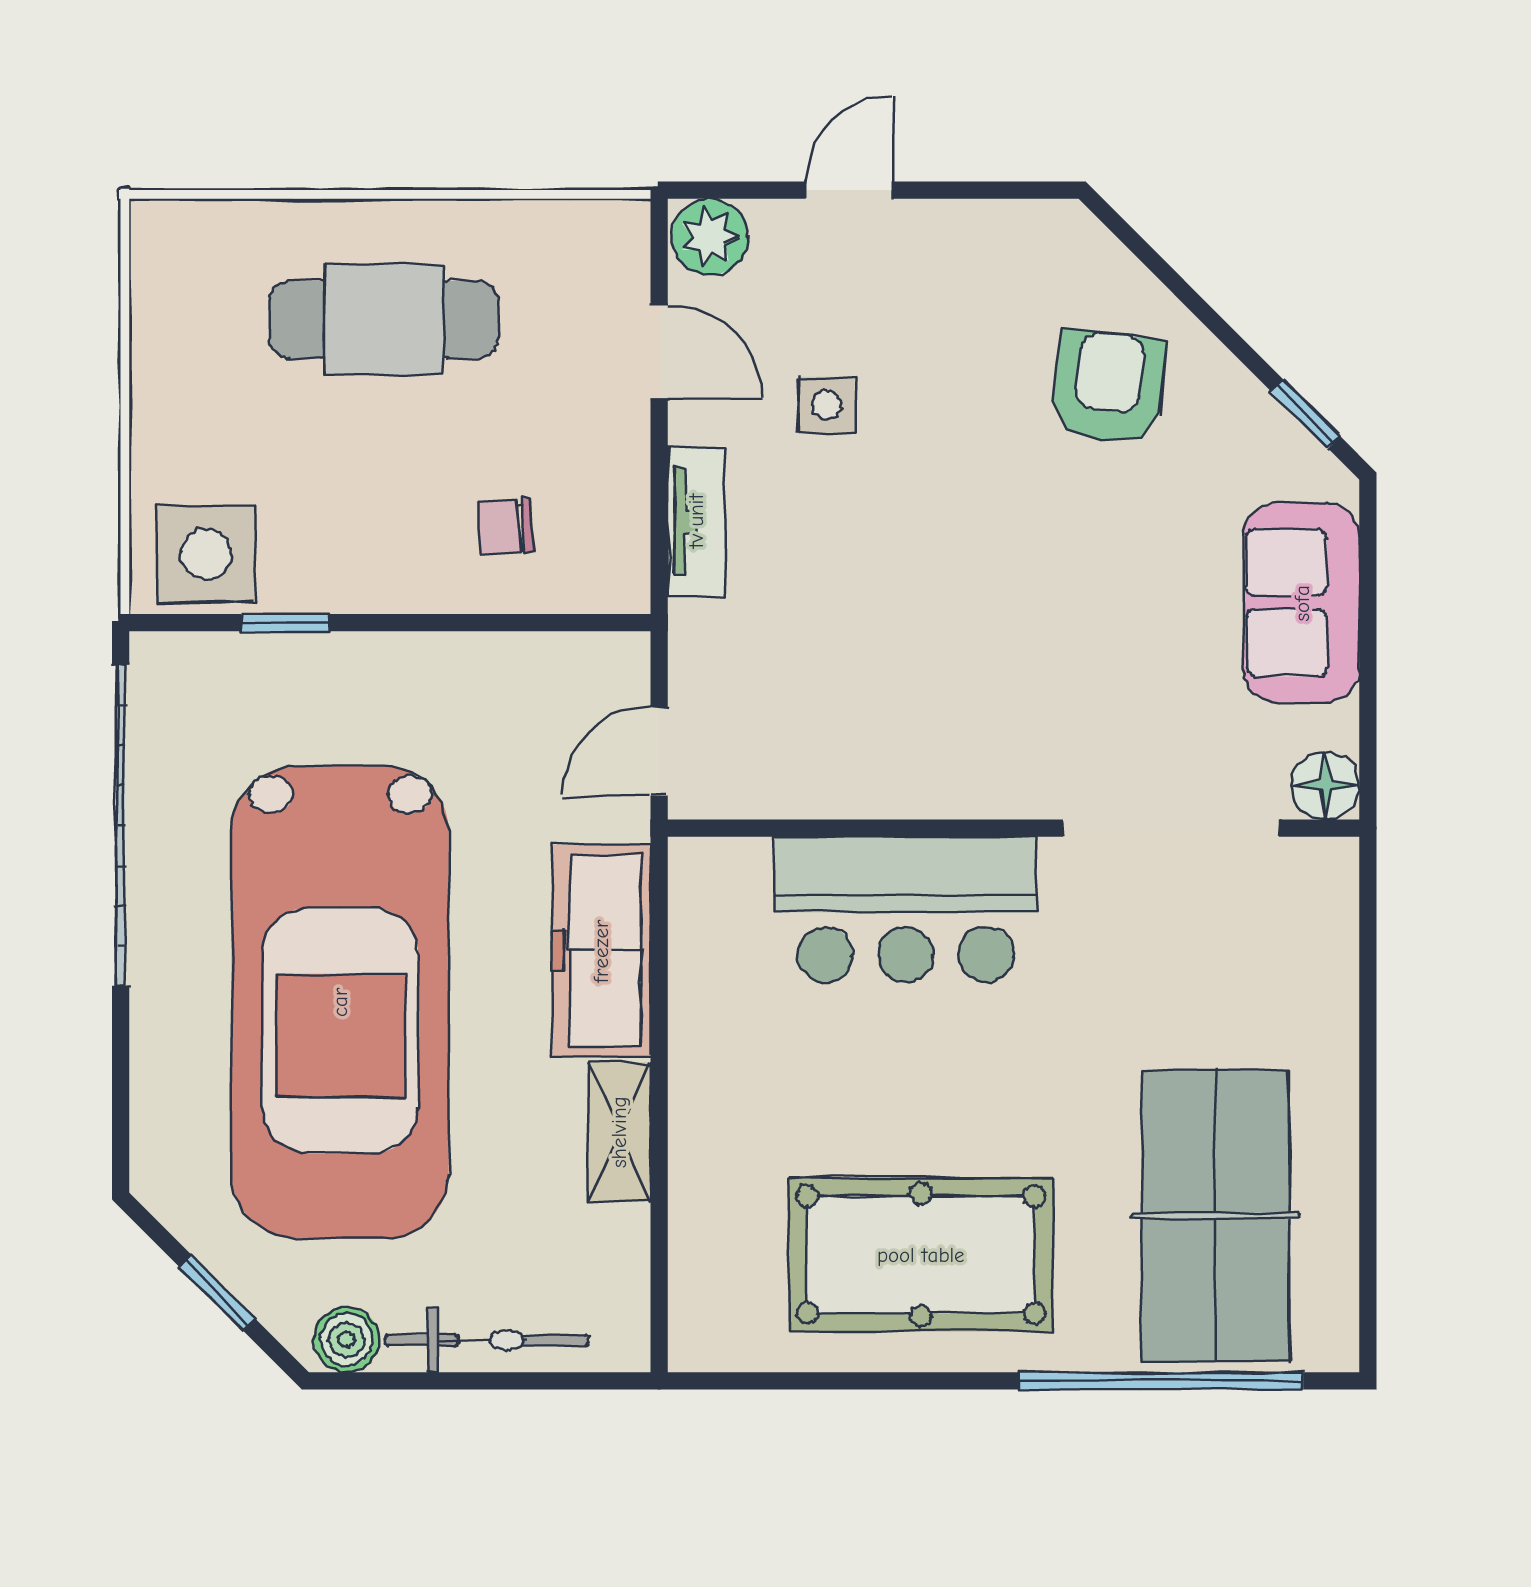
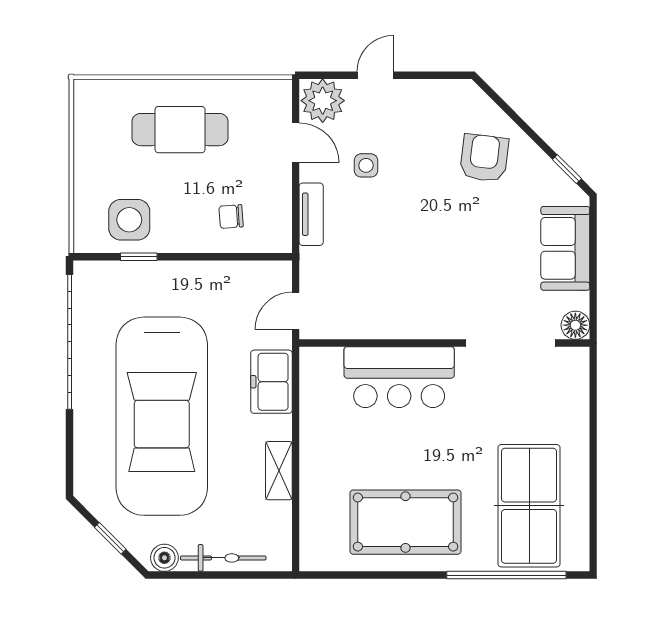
plant: (710, 237) -> (323, 101), width x1.36, depth x1.36
side table: (206, 554) -> (129, 220), moved
freezer: (601, 951) -> (271, 382), width x0.71

